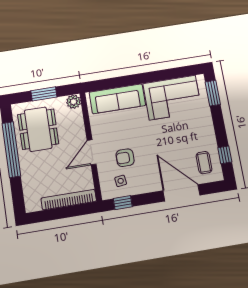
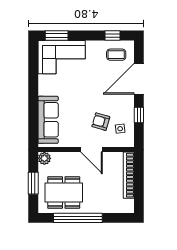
corner sofa: (172, 98) -> (62, 57), moved, turned 90
armchair: (125, 158) -> (101, 122), turned 106
window: (123, 203) -> (139, 115), moved

